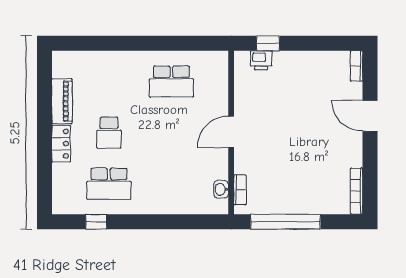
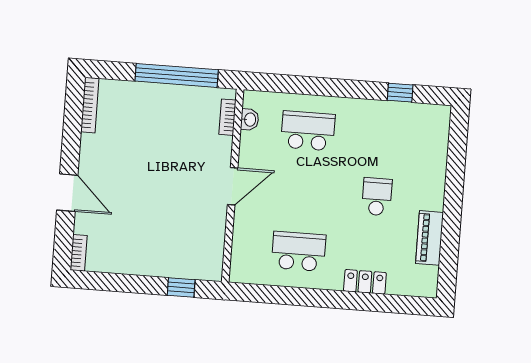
printer: (261, 60) -> (191, 268), removed
locker: (61, 144) -> (365, 282), moved, turned 90
school desk: (109, 184) -> (308, 131), moved

